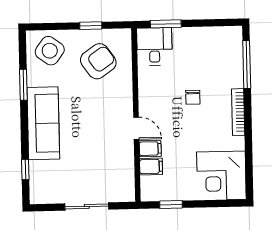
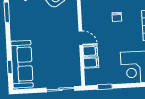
sofa: (43, 123) -> (22, 64), moved
sliding door: (87, 206) -> (60, 89), moved

